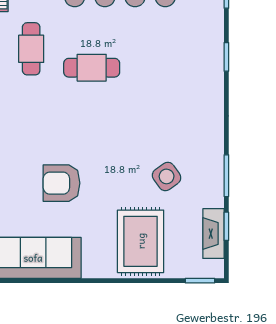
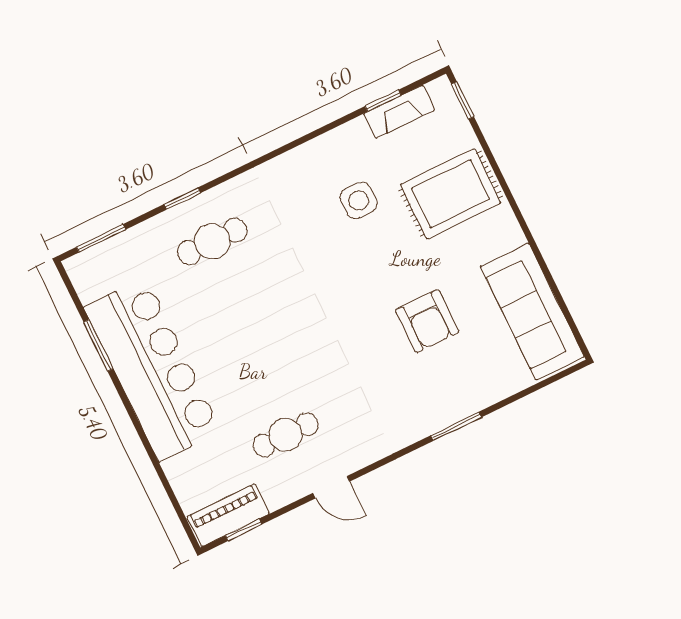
cafe table: (92, 68) -> (212, 241), moved, turned 90
side table: (167, 176) -> (359, 200), turned 35
window: (226, 176) -> (323, 130), removed

